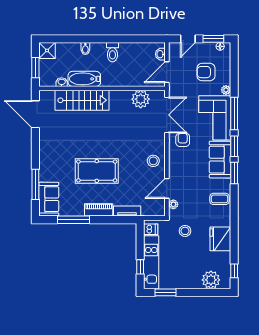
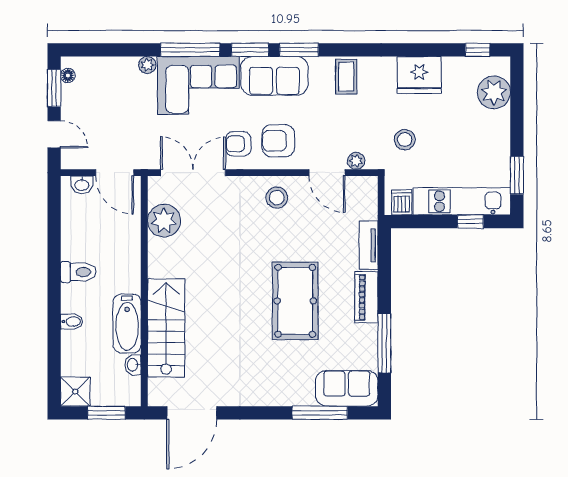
armchair: (206, 72) -> (278, 141), moved, turned 90

